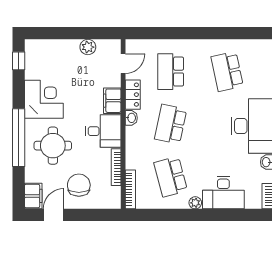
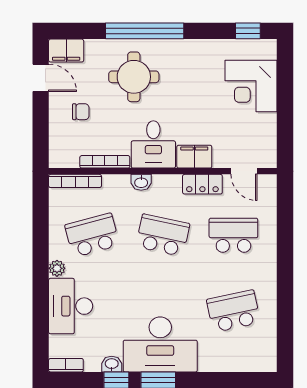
plant: (88, 47) -> (266, 124), removed
corner desk: (44, 99) -> (251, 86), moved, turned 90
washbasin: (131, 118) -> (141, 182), moved
chair: (79, 185) -> (81, 112), width x0.54, depth x0.54

